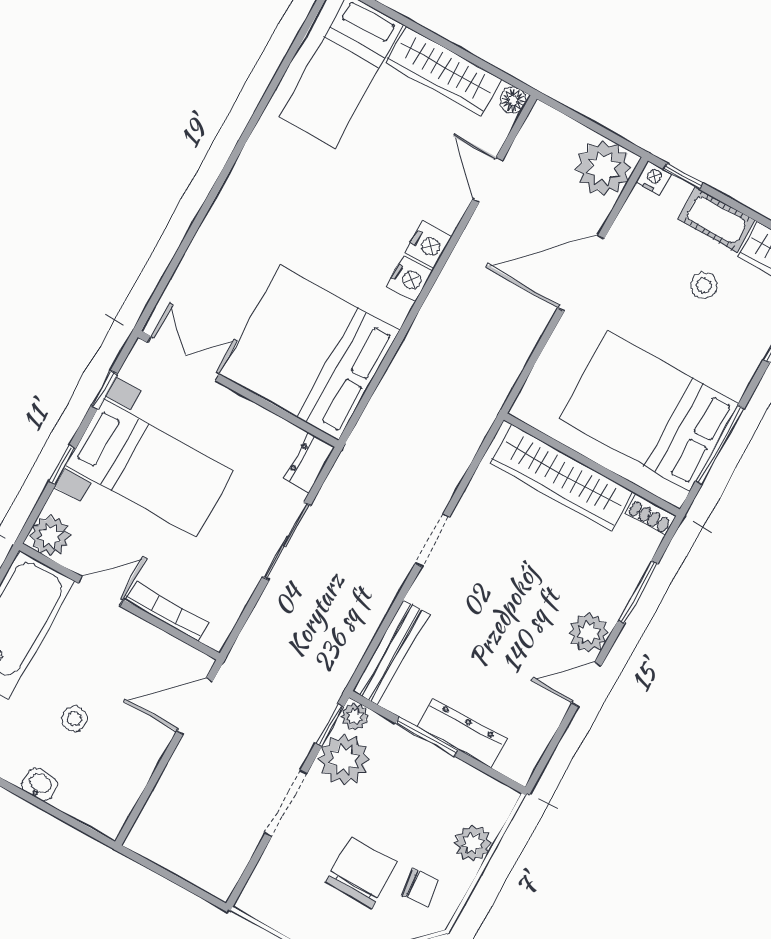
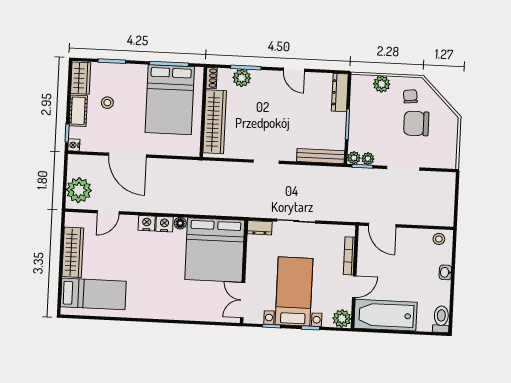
floor lamp: (513, 100) -> (180, 223), moved
plant: (603, 168) -> (79, 190), moved
door: (101, 591) -> (354, 287), swing flipped
plant: (589, 633) -> (242, 78), moved
stool: (74, 719) -> (439, 239), moved
dresser: (462, 733) -> (340, 93), moved
plant: (344, 759) -> (368, 159), width x0.53, depth x0.53

